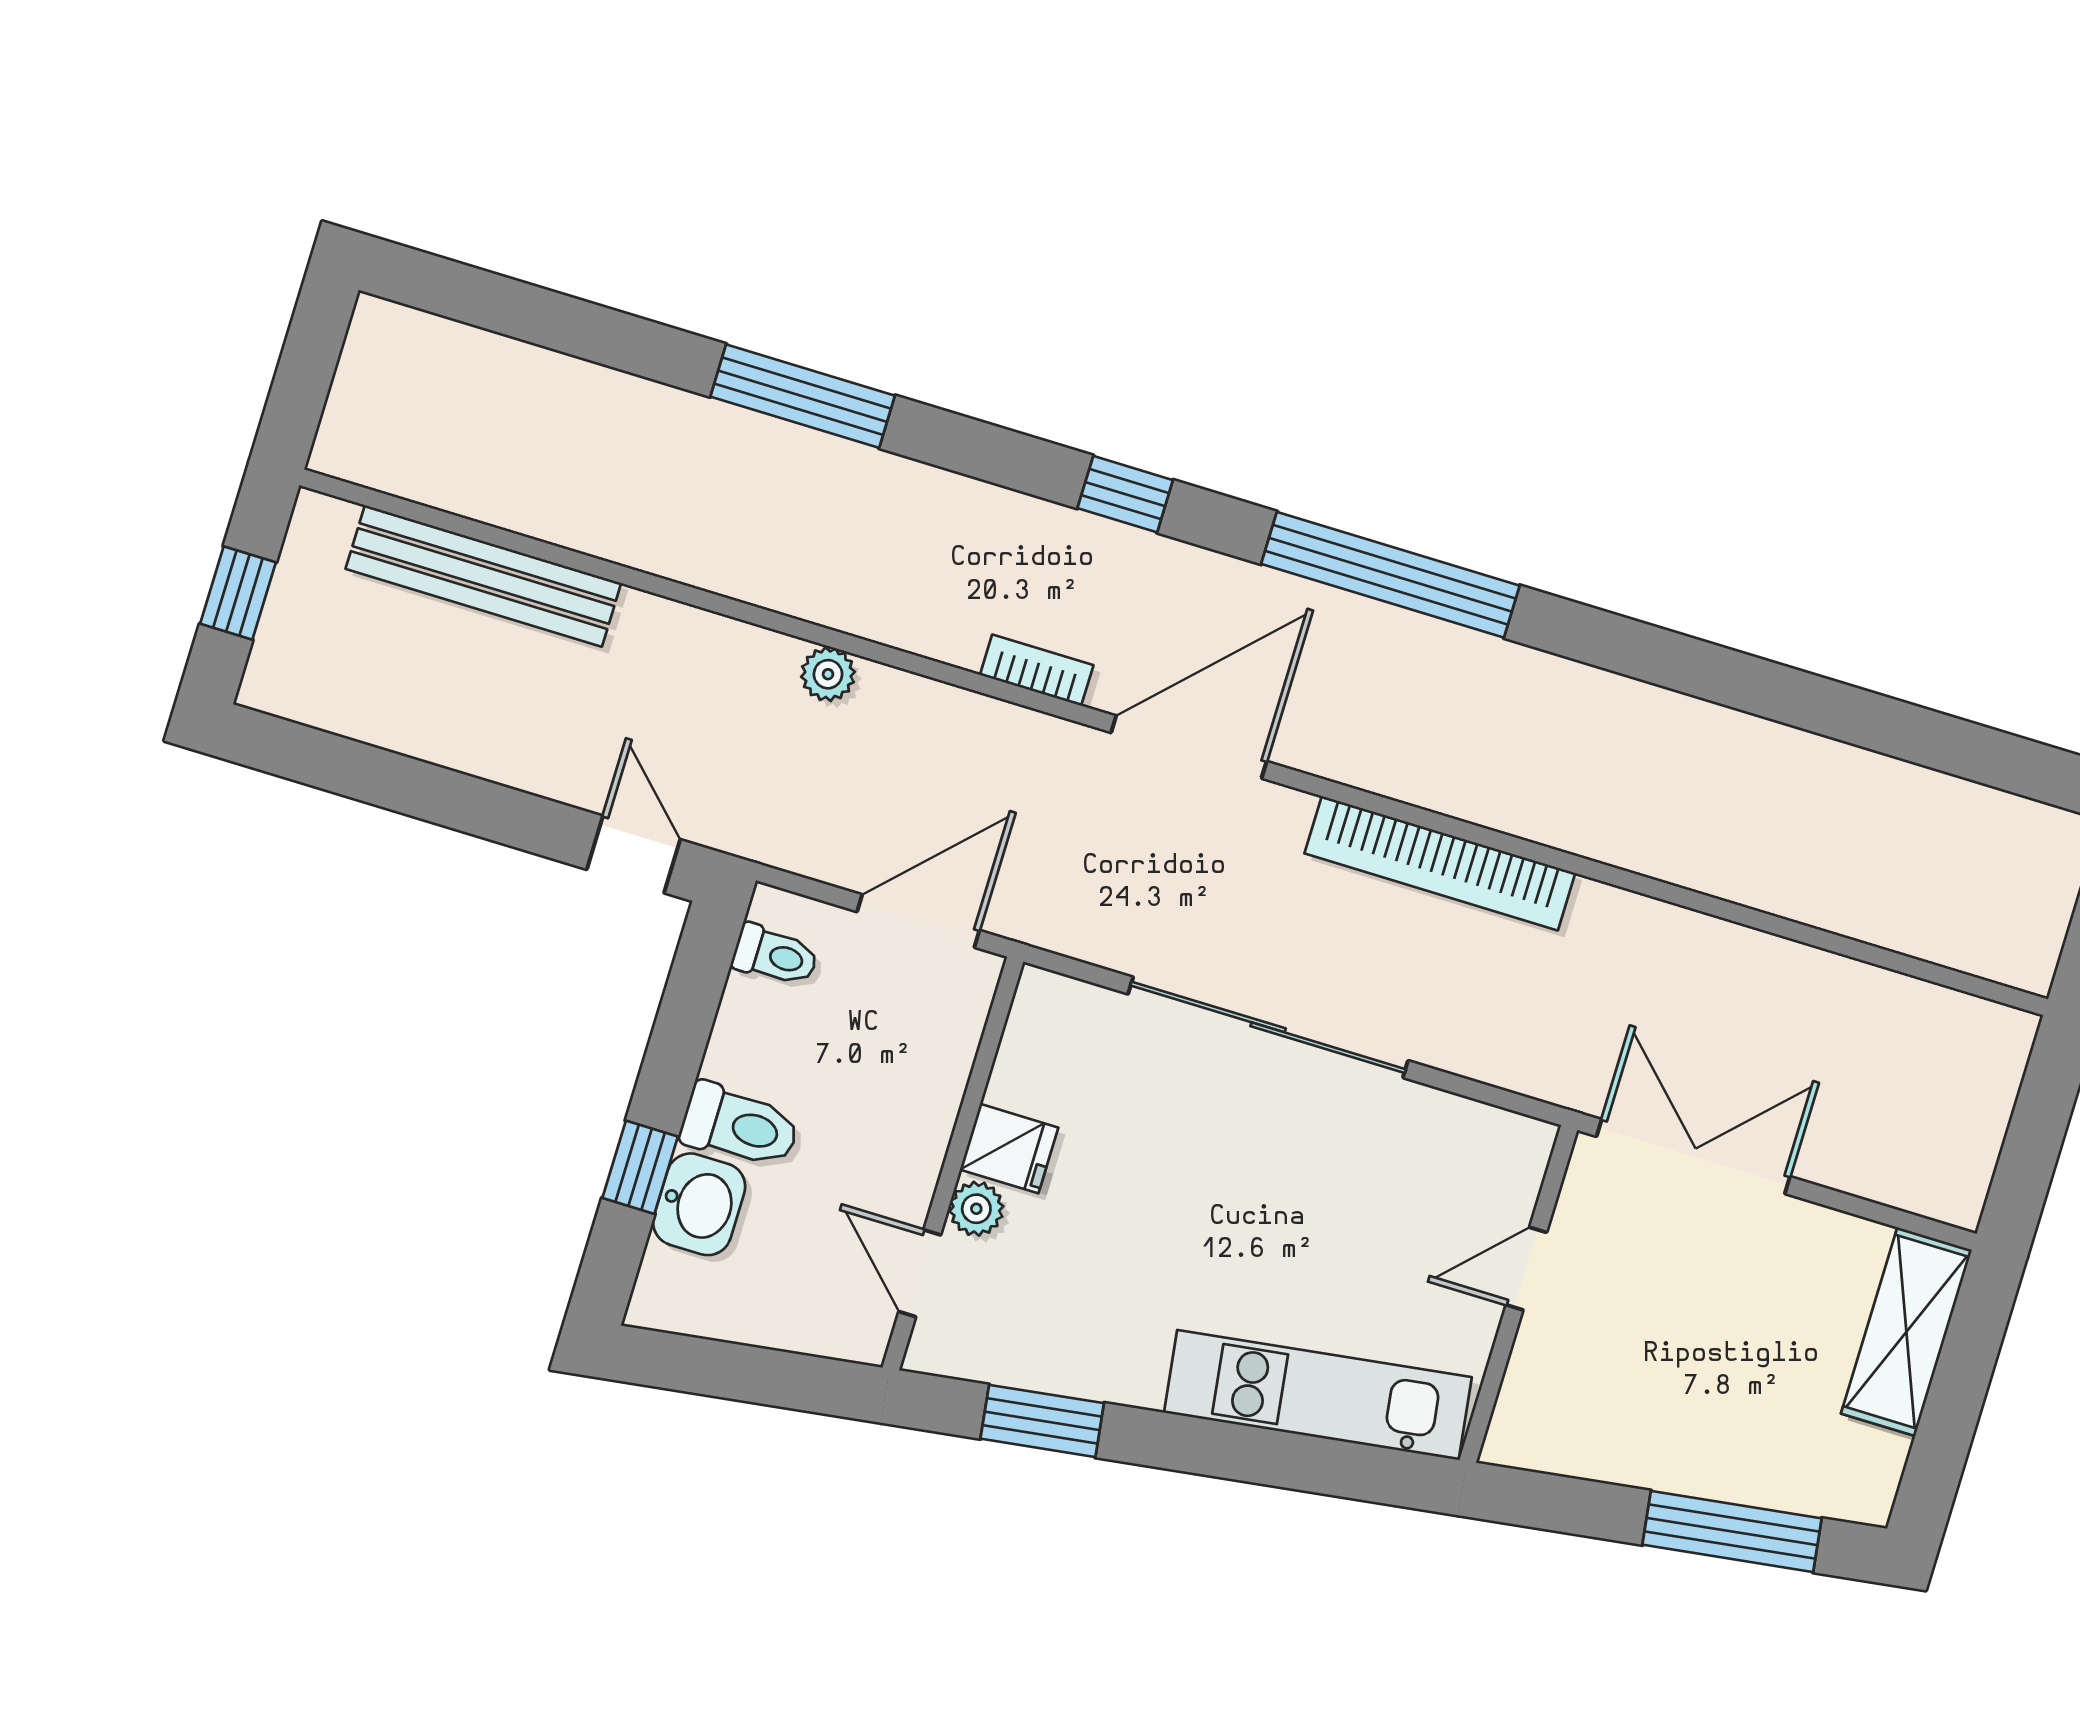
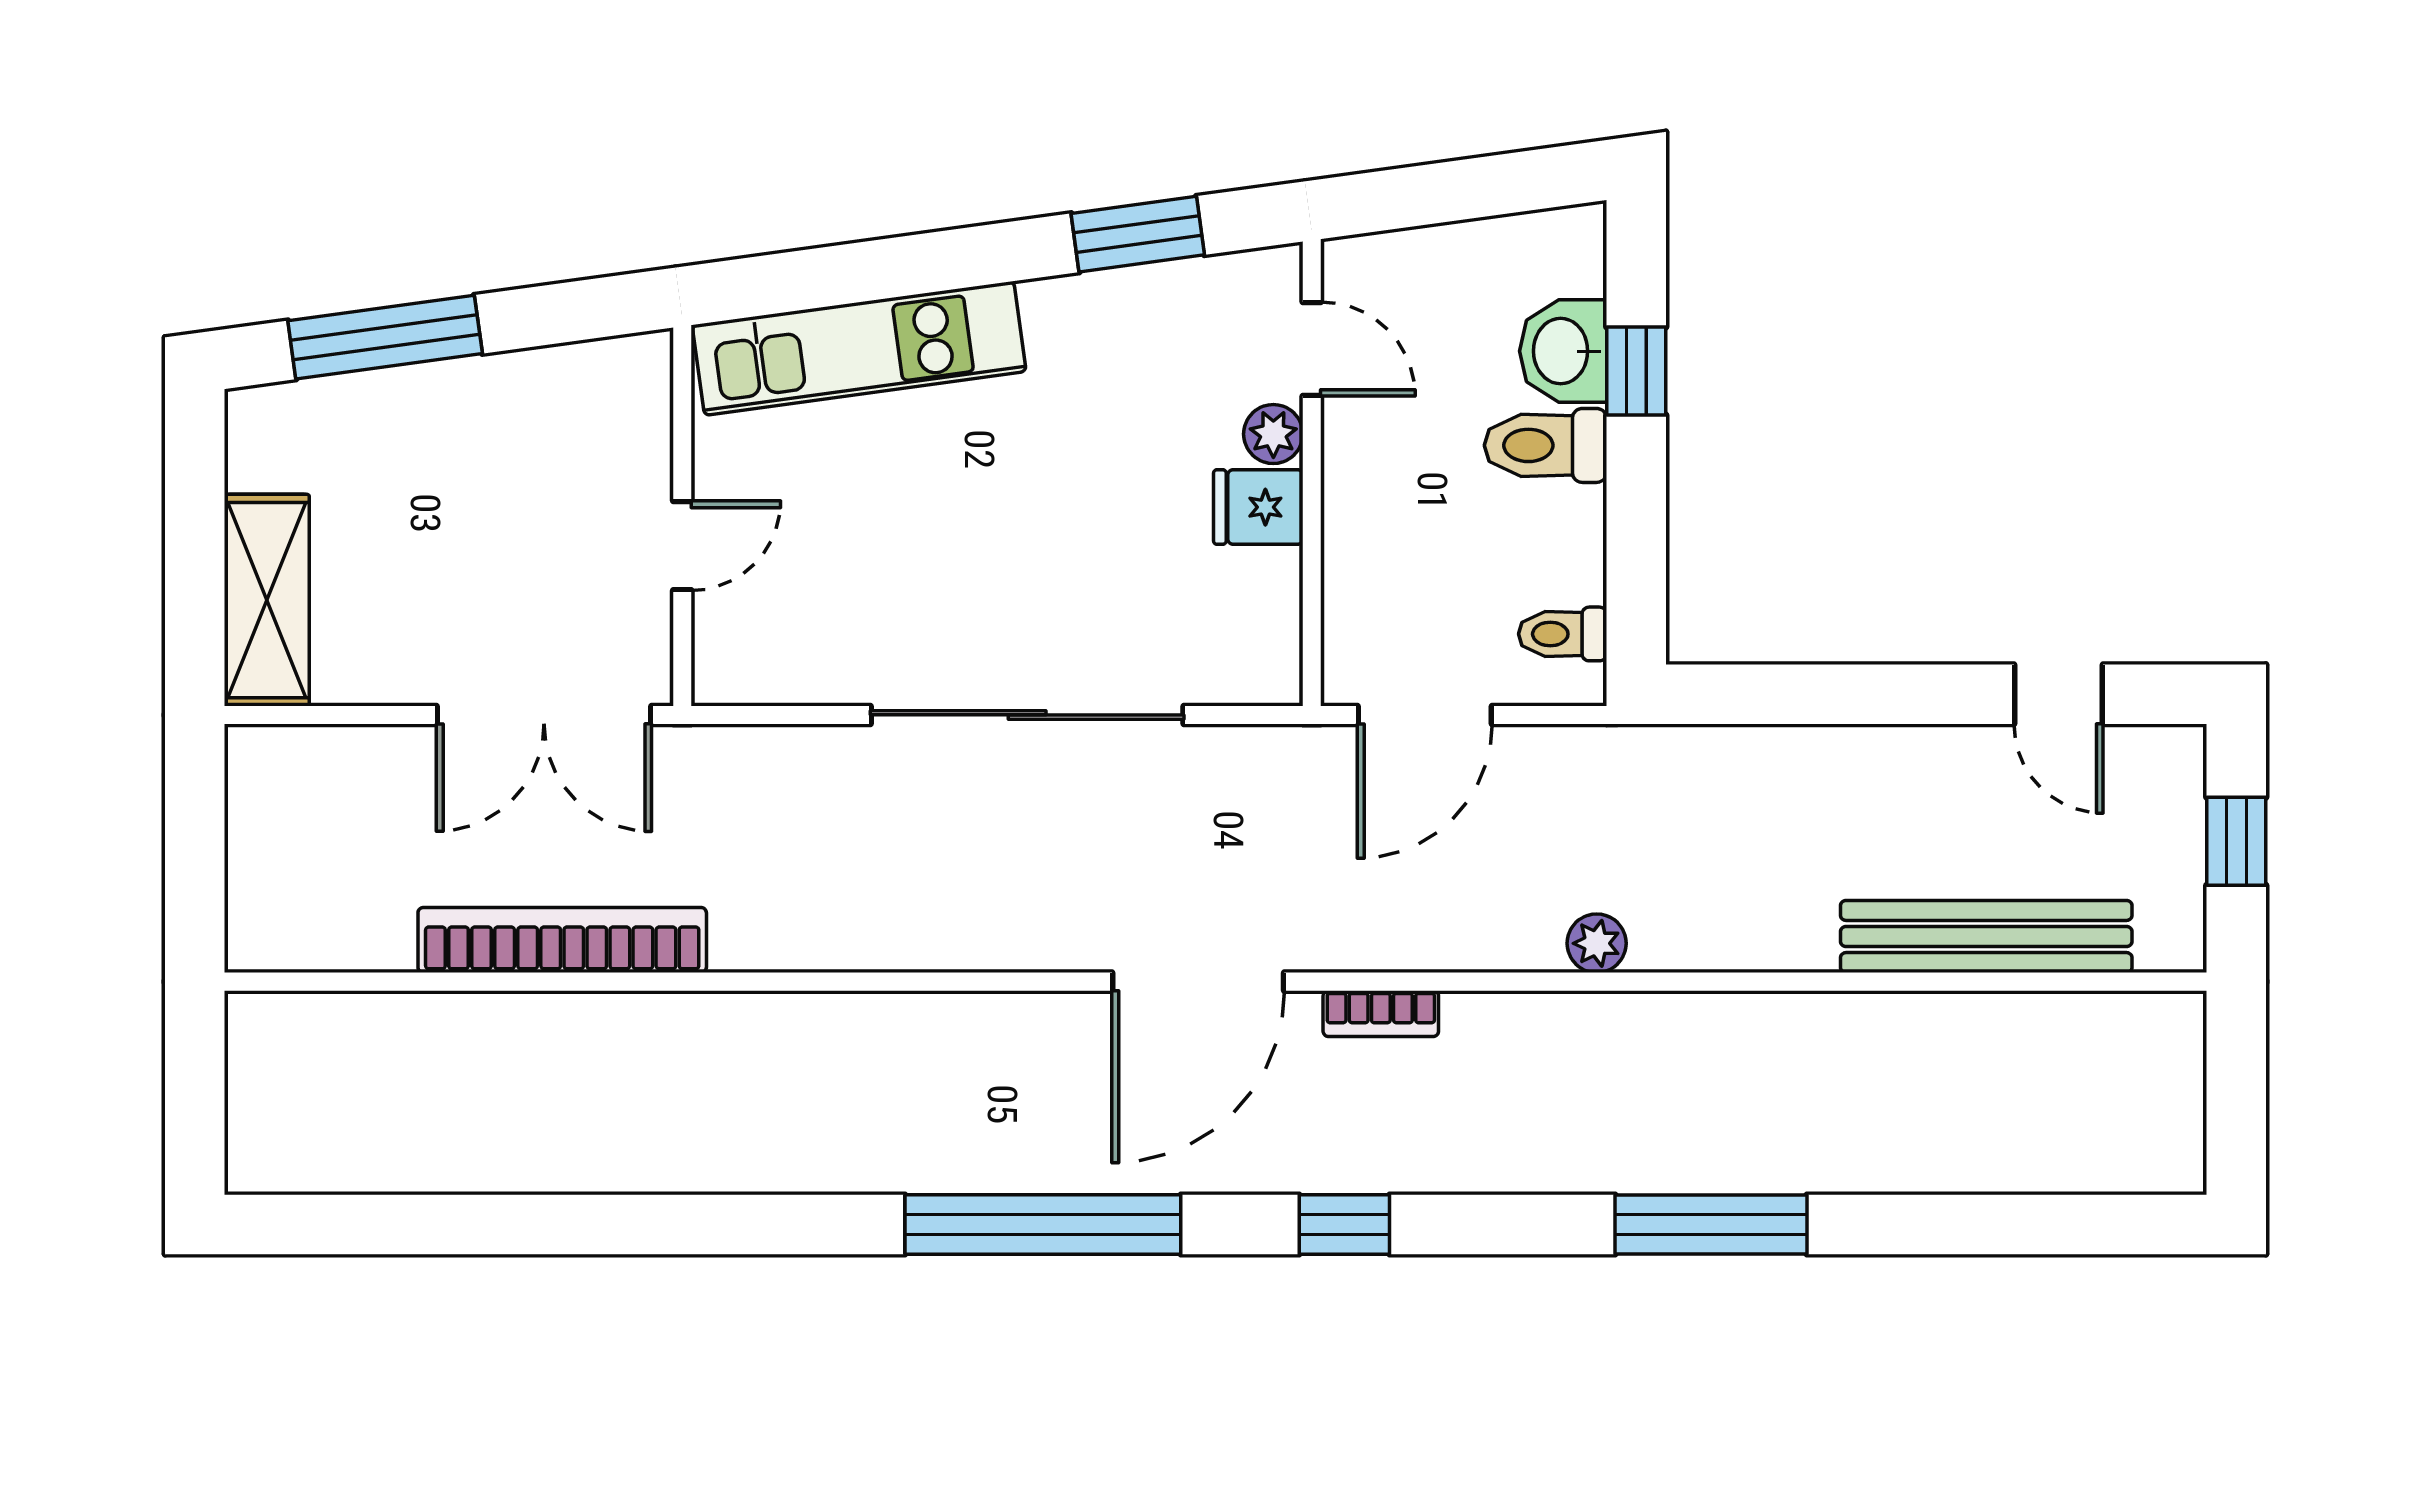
door: (633, 854) -> (2058, 694), moved
bookcase: (1440, 863) -> (562, 940), moved

